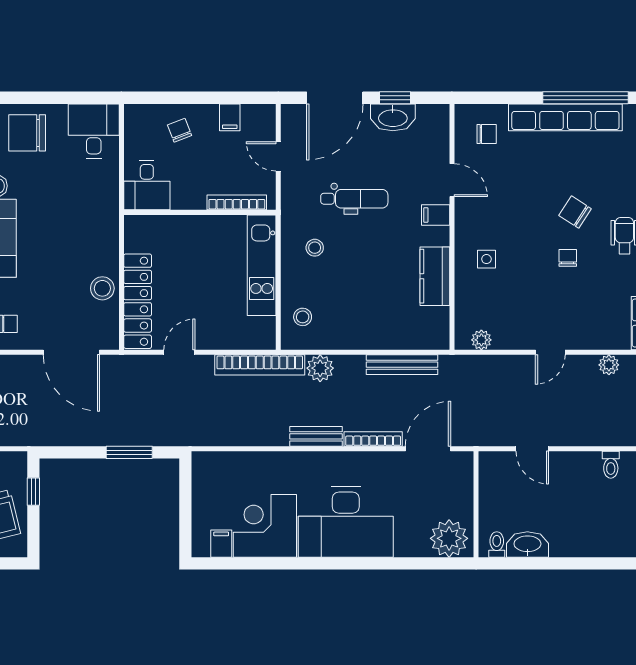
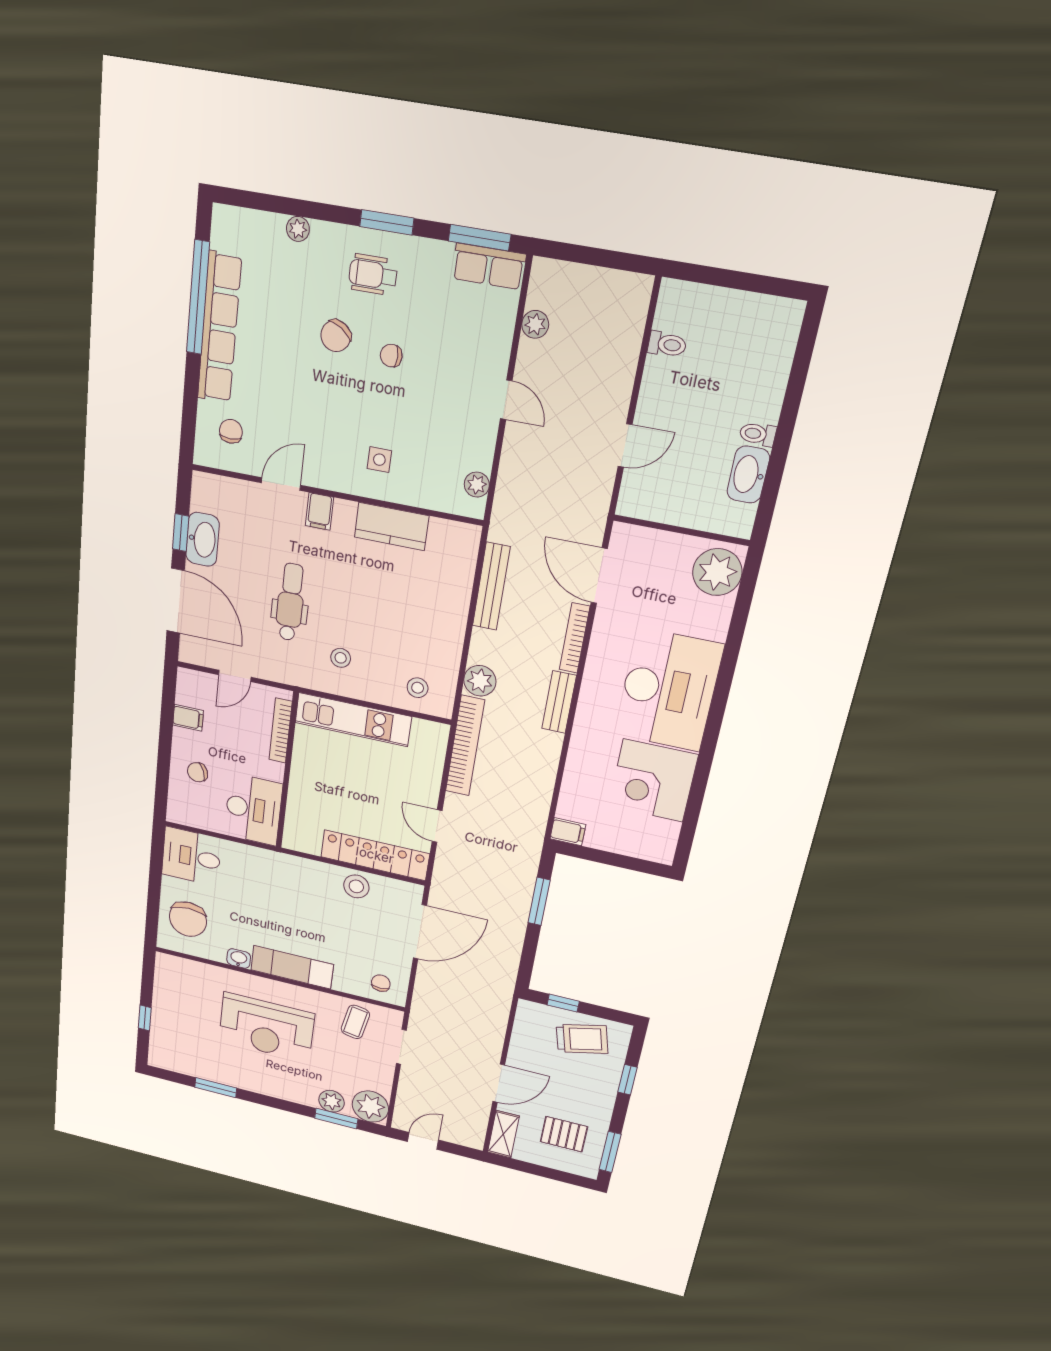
desk: (147, 185) -> (253, 809), width x1.37
filing cabinet: (221, 544) -> (568, 832), moved, turned 180
toilet: (497, 544) -> (758, 434), moved

